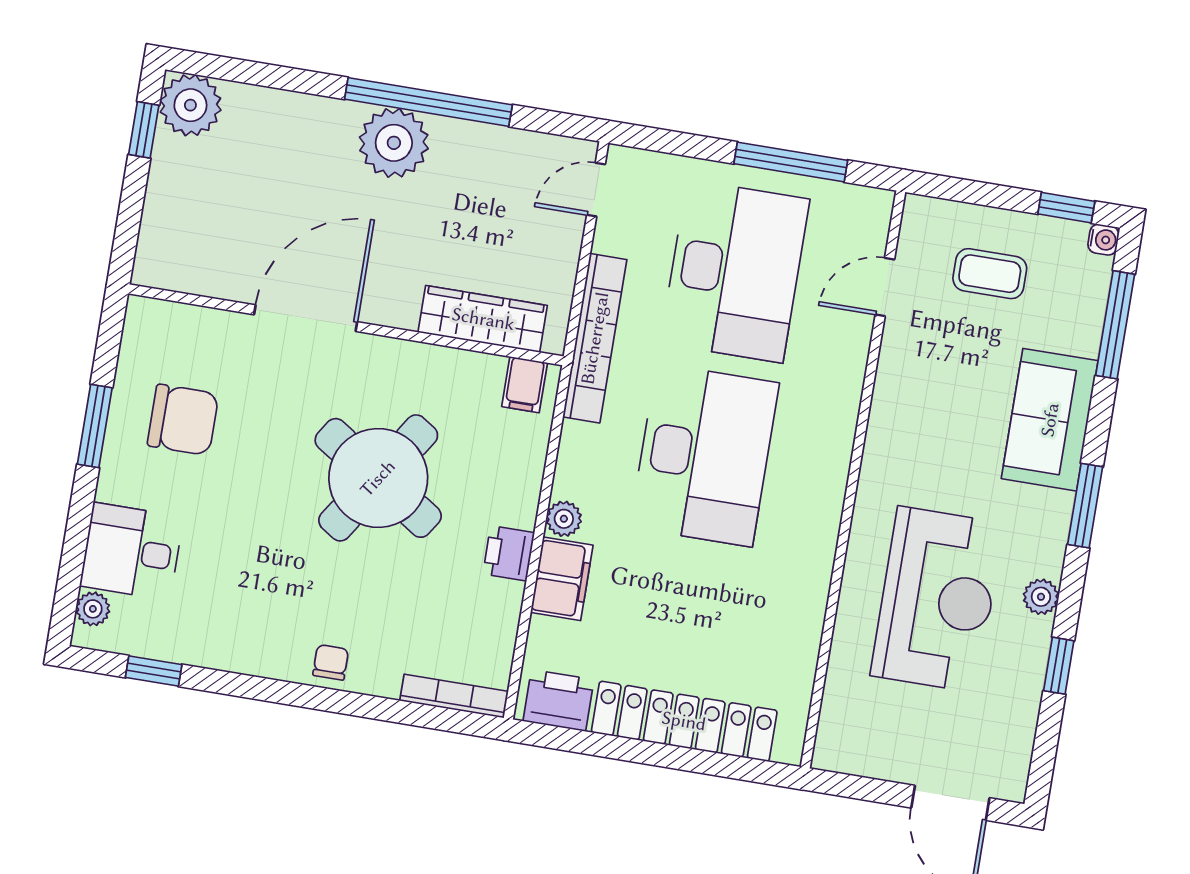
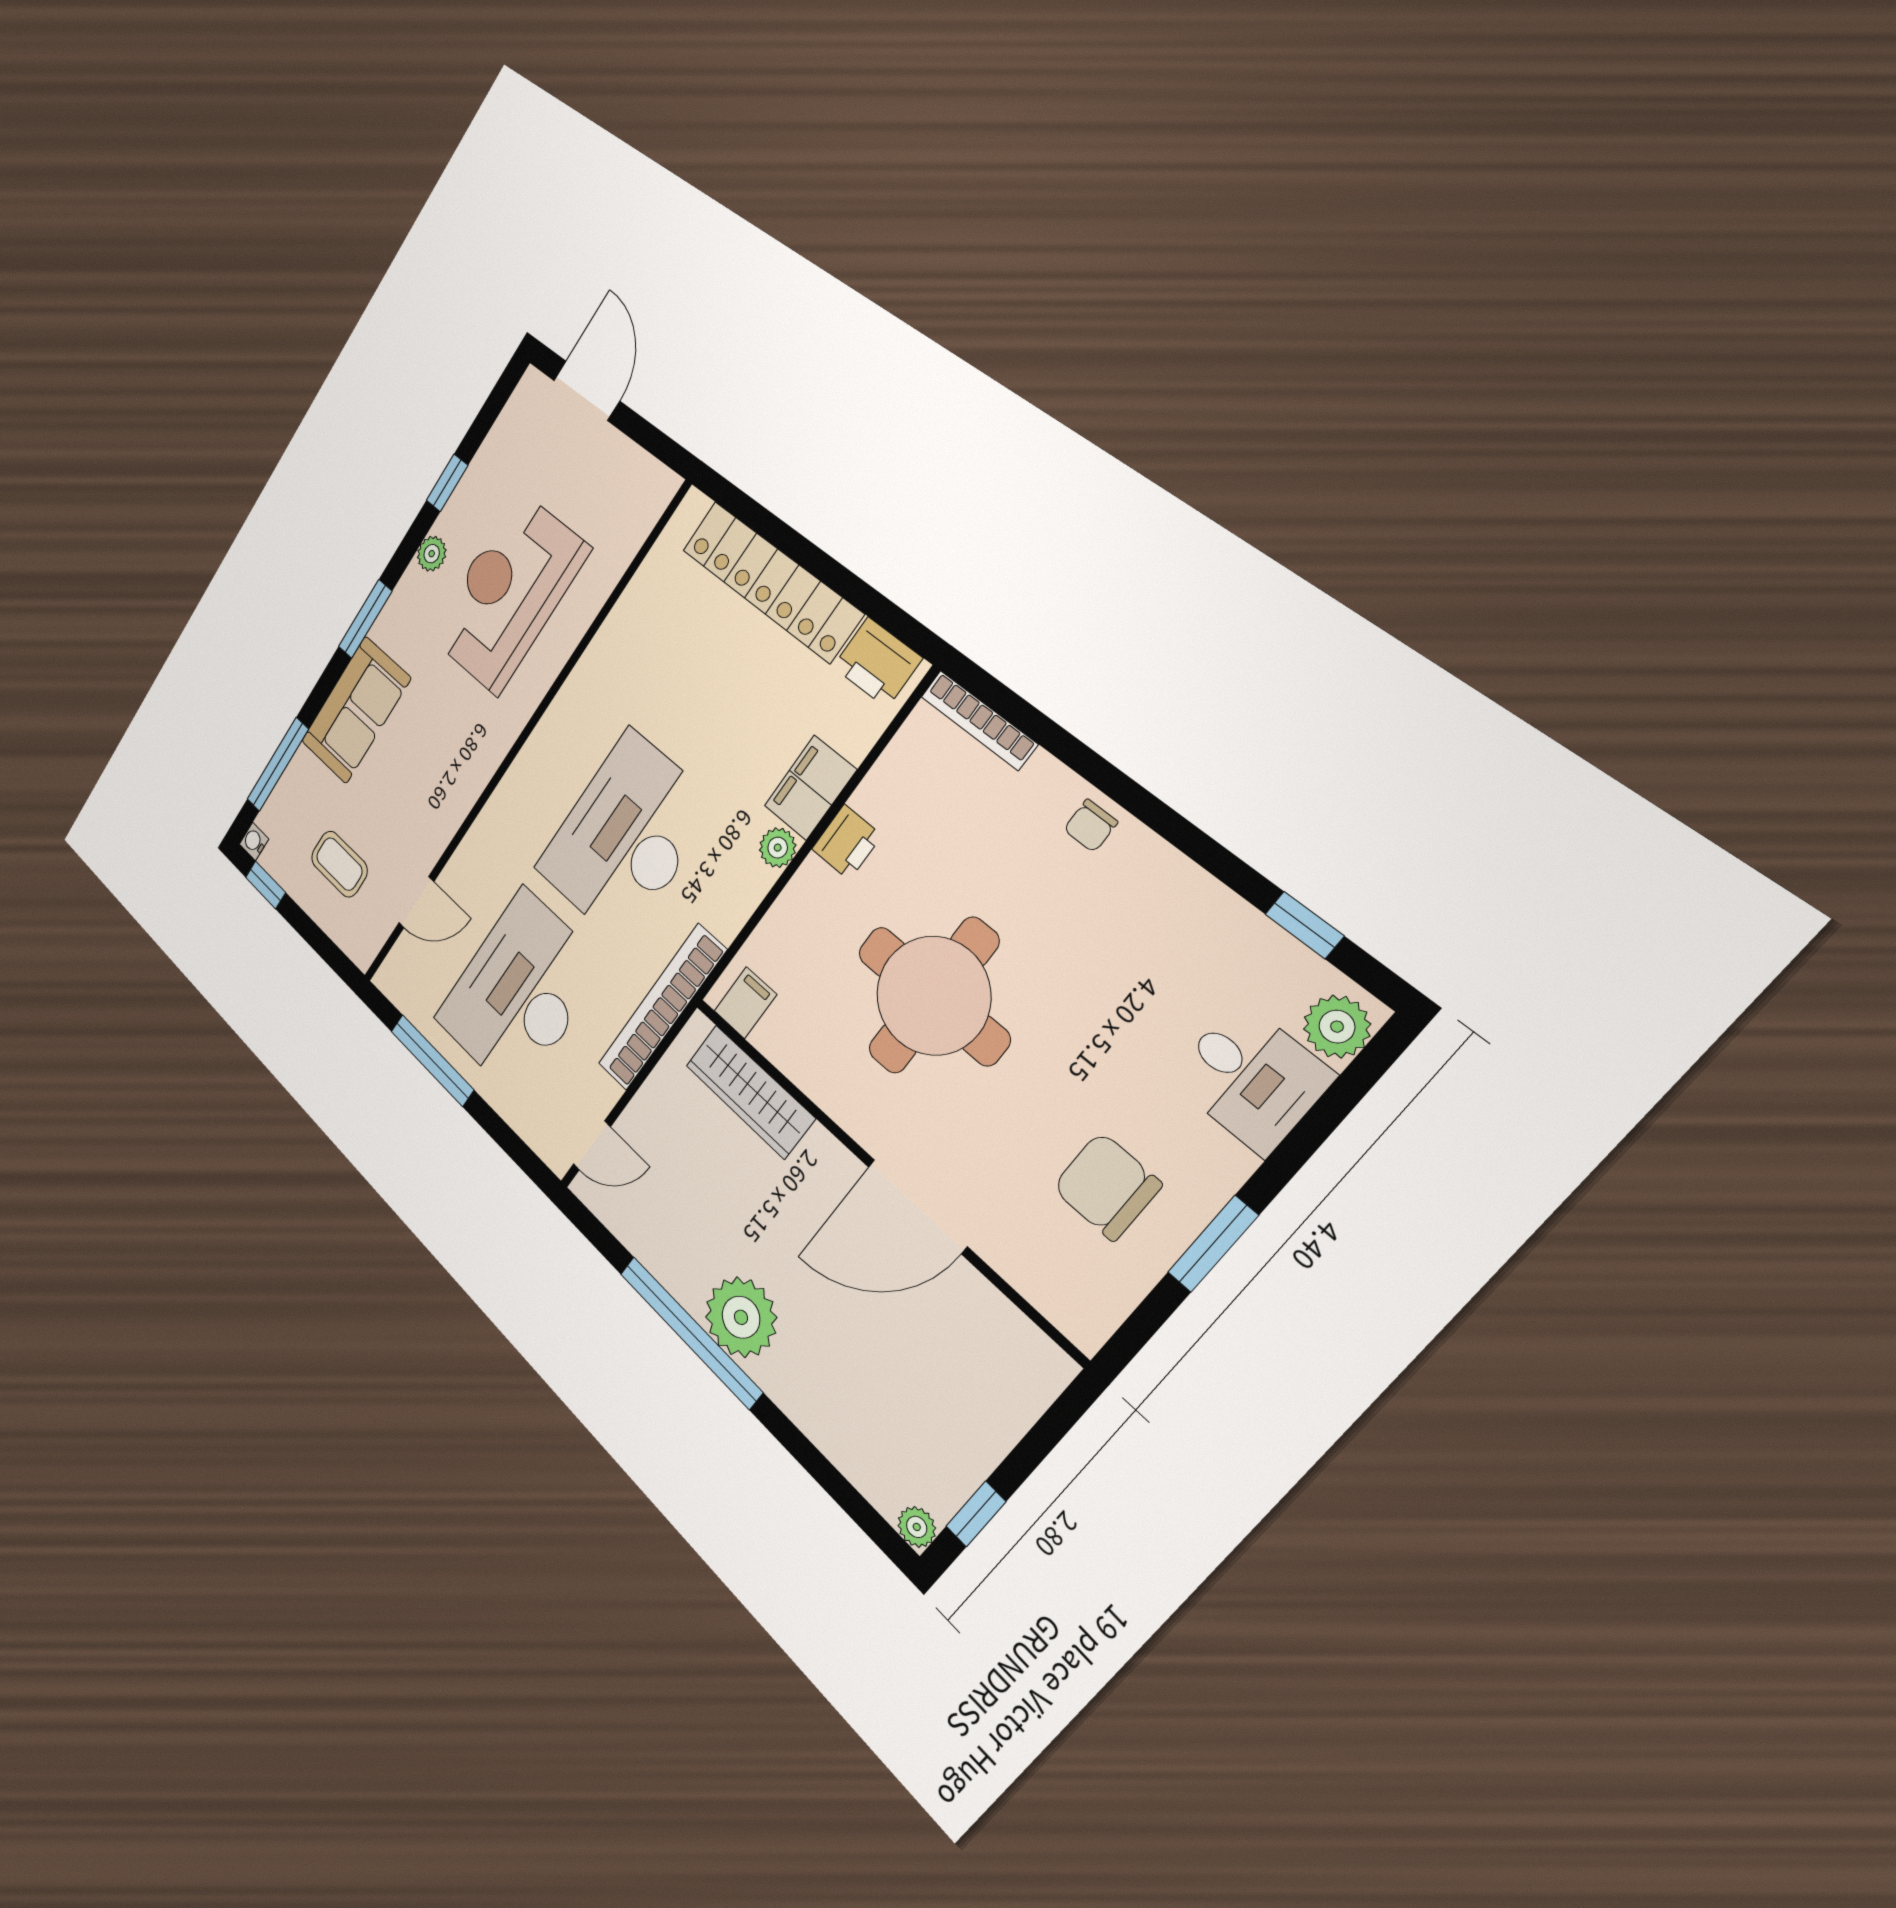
plant: (190, 105) -> (917, 1527), width x0.53, depth x0.53
round table: (378, 478) -> (933, 996), turned -33
plant: (93, 609) -> (1337, 1027), width x1.38, depth x1.38

